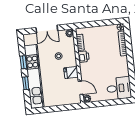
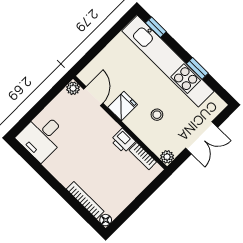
double door: (47, 29) -> (202, 138), swing flipped
window: (26, 83) -> (156, 27), moved
door: (81, 88) -> (93, 96), swing flipped

